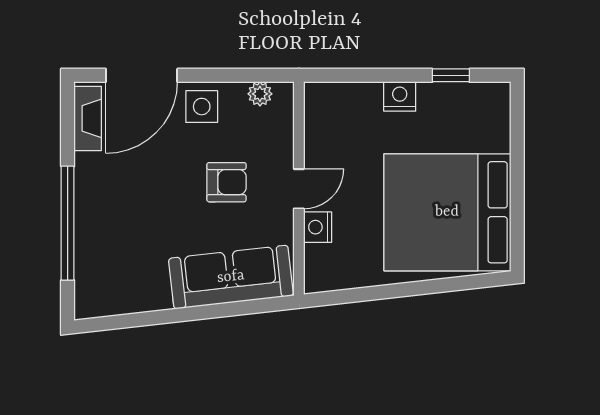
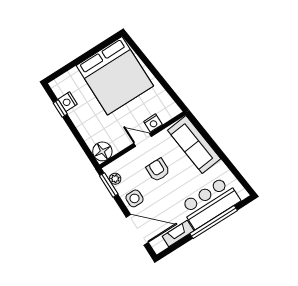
window: (256, 75) -> (109, 185), added
nightstand: (400, 96) -> (68, 102), moved
floor lamp: (324, 102) -> (102, 151), added
fireplace: (88, 118) -> (178, 233), moved
bar counter: (107, 239) -> (210, 203), added

